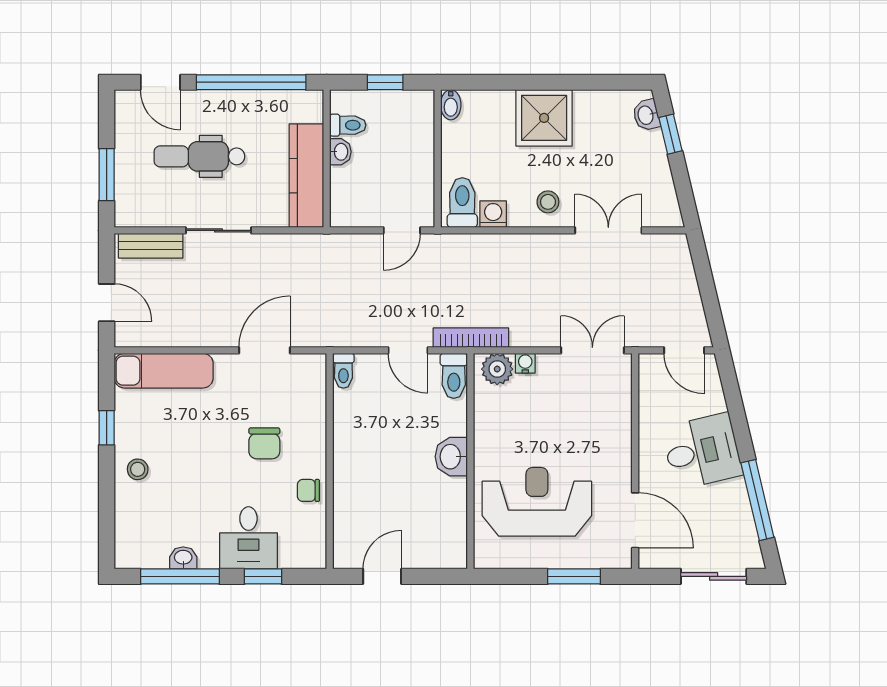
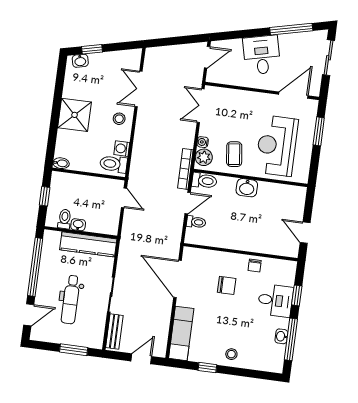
door: (264, 350) -> (178, 279), width x1.36
toilet: (343, 371) -> (196, 222), moved
coffee table: (511, 425) -> (234, 154), added

